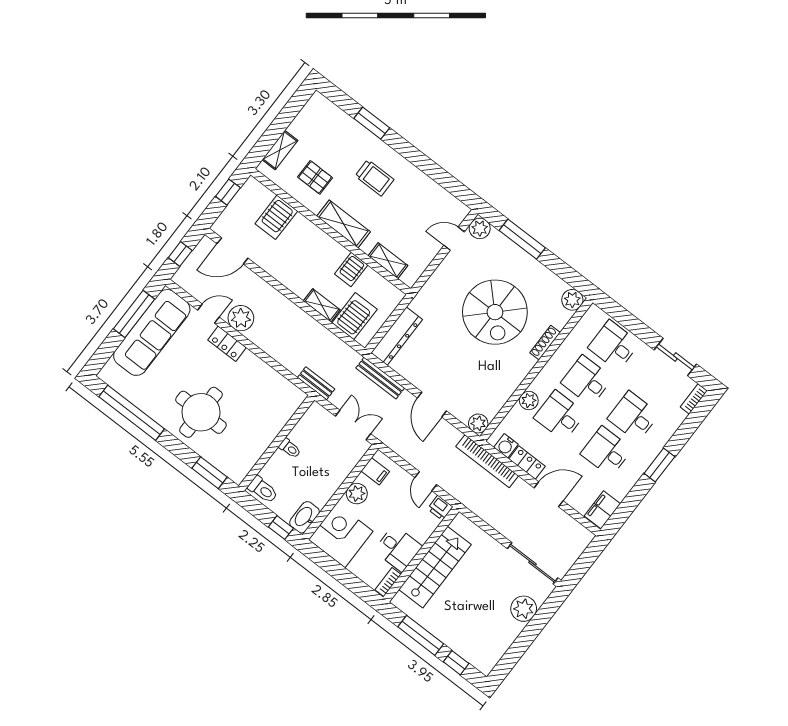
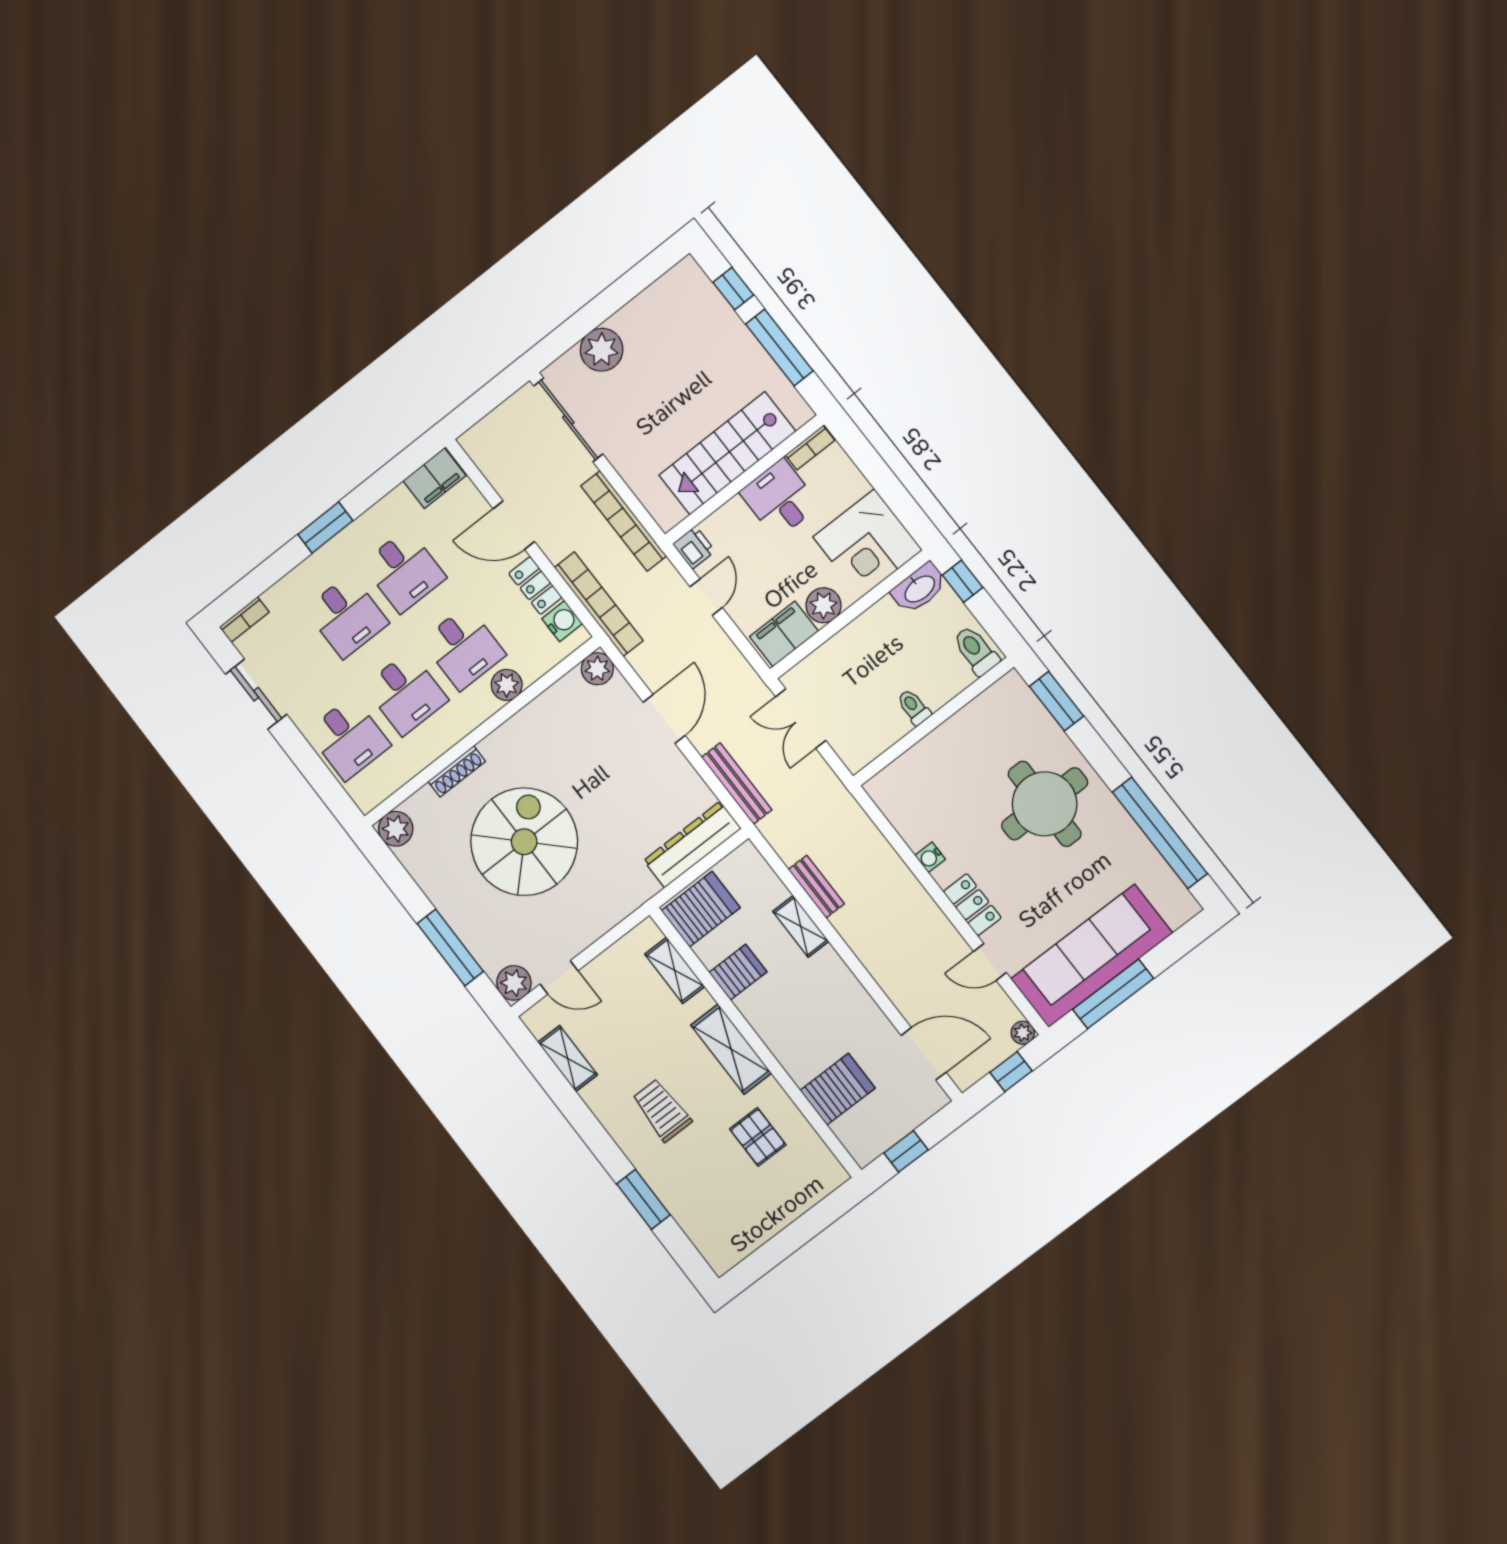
shelving: (280, 150) -> (568, 1058), moved, turned 90
server rack: (355, 316) -> (701, 909), moved, turned 180
plant: (241, 318) -> (1023, 1033), moved, width x0.53, depth x0.53
water cooler: (258, 365) -> (930, 857), added
bench: (316, 383) -> (816, 887), moved
filing cabinet: (375, 471) -> (784, 634), width x2.00
bookcase: (485, 513) -> (624, 521), added

